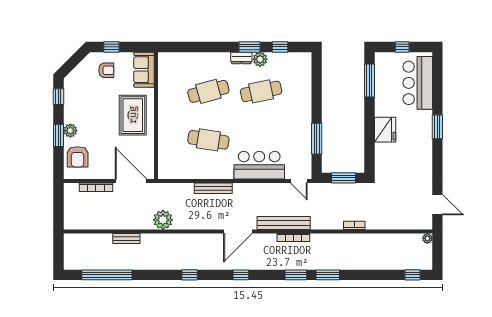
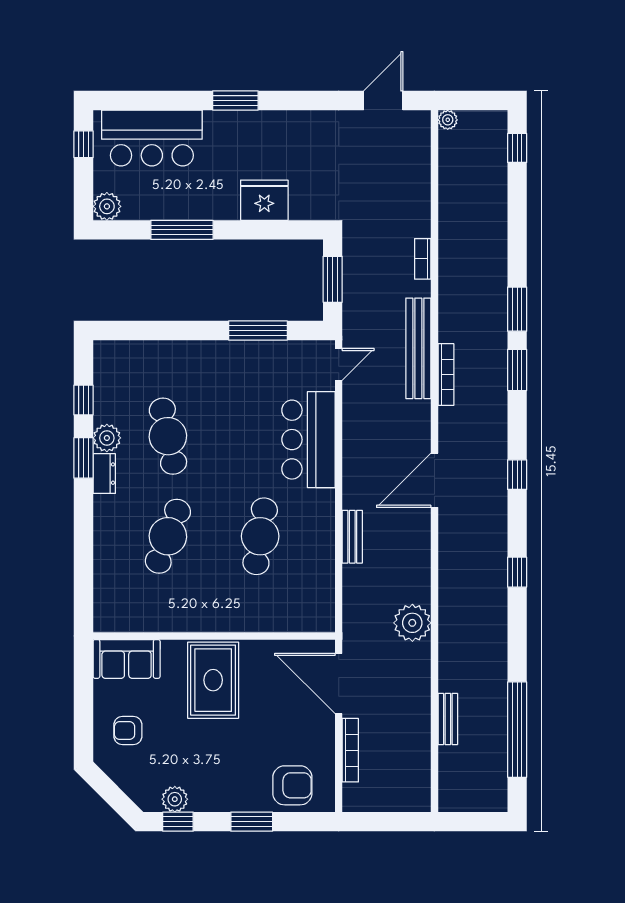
window: (111, 47) -> (83, 721), removed
window: (402, 47) -> (83, 144), moved
plant: (382, 59) -> (107, 206), added
armchair: (106, 70) -> (128, 731), turned -90
window: (369, 80) -> (182, 230), moved
cafe table: (208, 91) -> (168, 536), turned 36
rug: (133, 115) -> (213, 680), turned 90
fridge: (385, 130) -> (264, 200), moved
plant: (70, 131) -> (175, 799), moved
door: (131, 181) -> (339, 683), hinge flipped
bench: (213, 188) -> (352, 537), width x0.73
bench: (284, 223) -> (418, 348), moved
door: (238, 231) -> (434, 480), swing flipped
bench: (126, 238) -> (448, 719), moved

